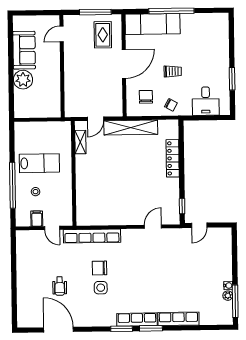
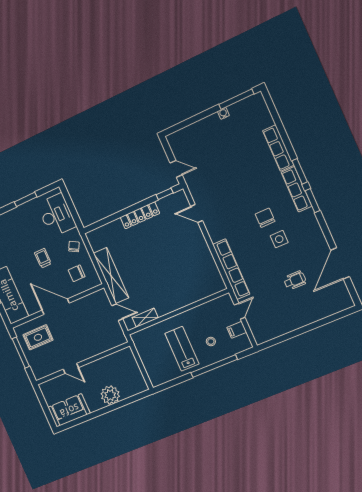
door: (62, 34) -> (71, 368), moved
sofa: (24, 50) -> (69, 410), moved
desk: (206, 101) -> (56, 215), width x1.37
locker: (173, 158) -> (140, 215), moved
chair: (100, 268) -> (265, 218), moved, turned 180
plant: (228, 296) -> (234, 109), removed

